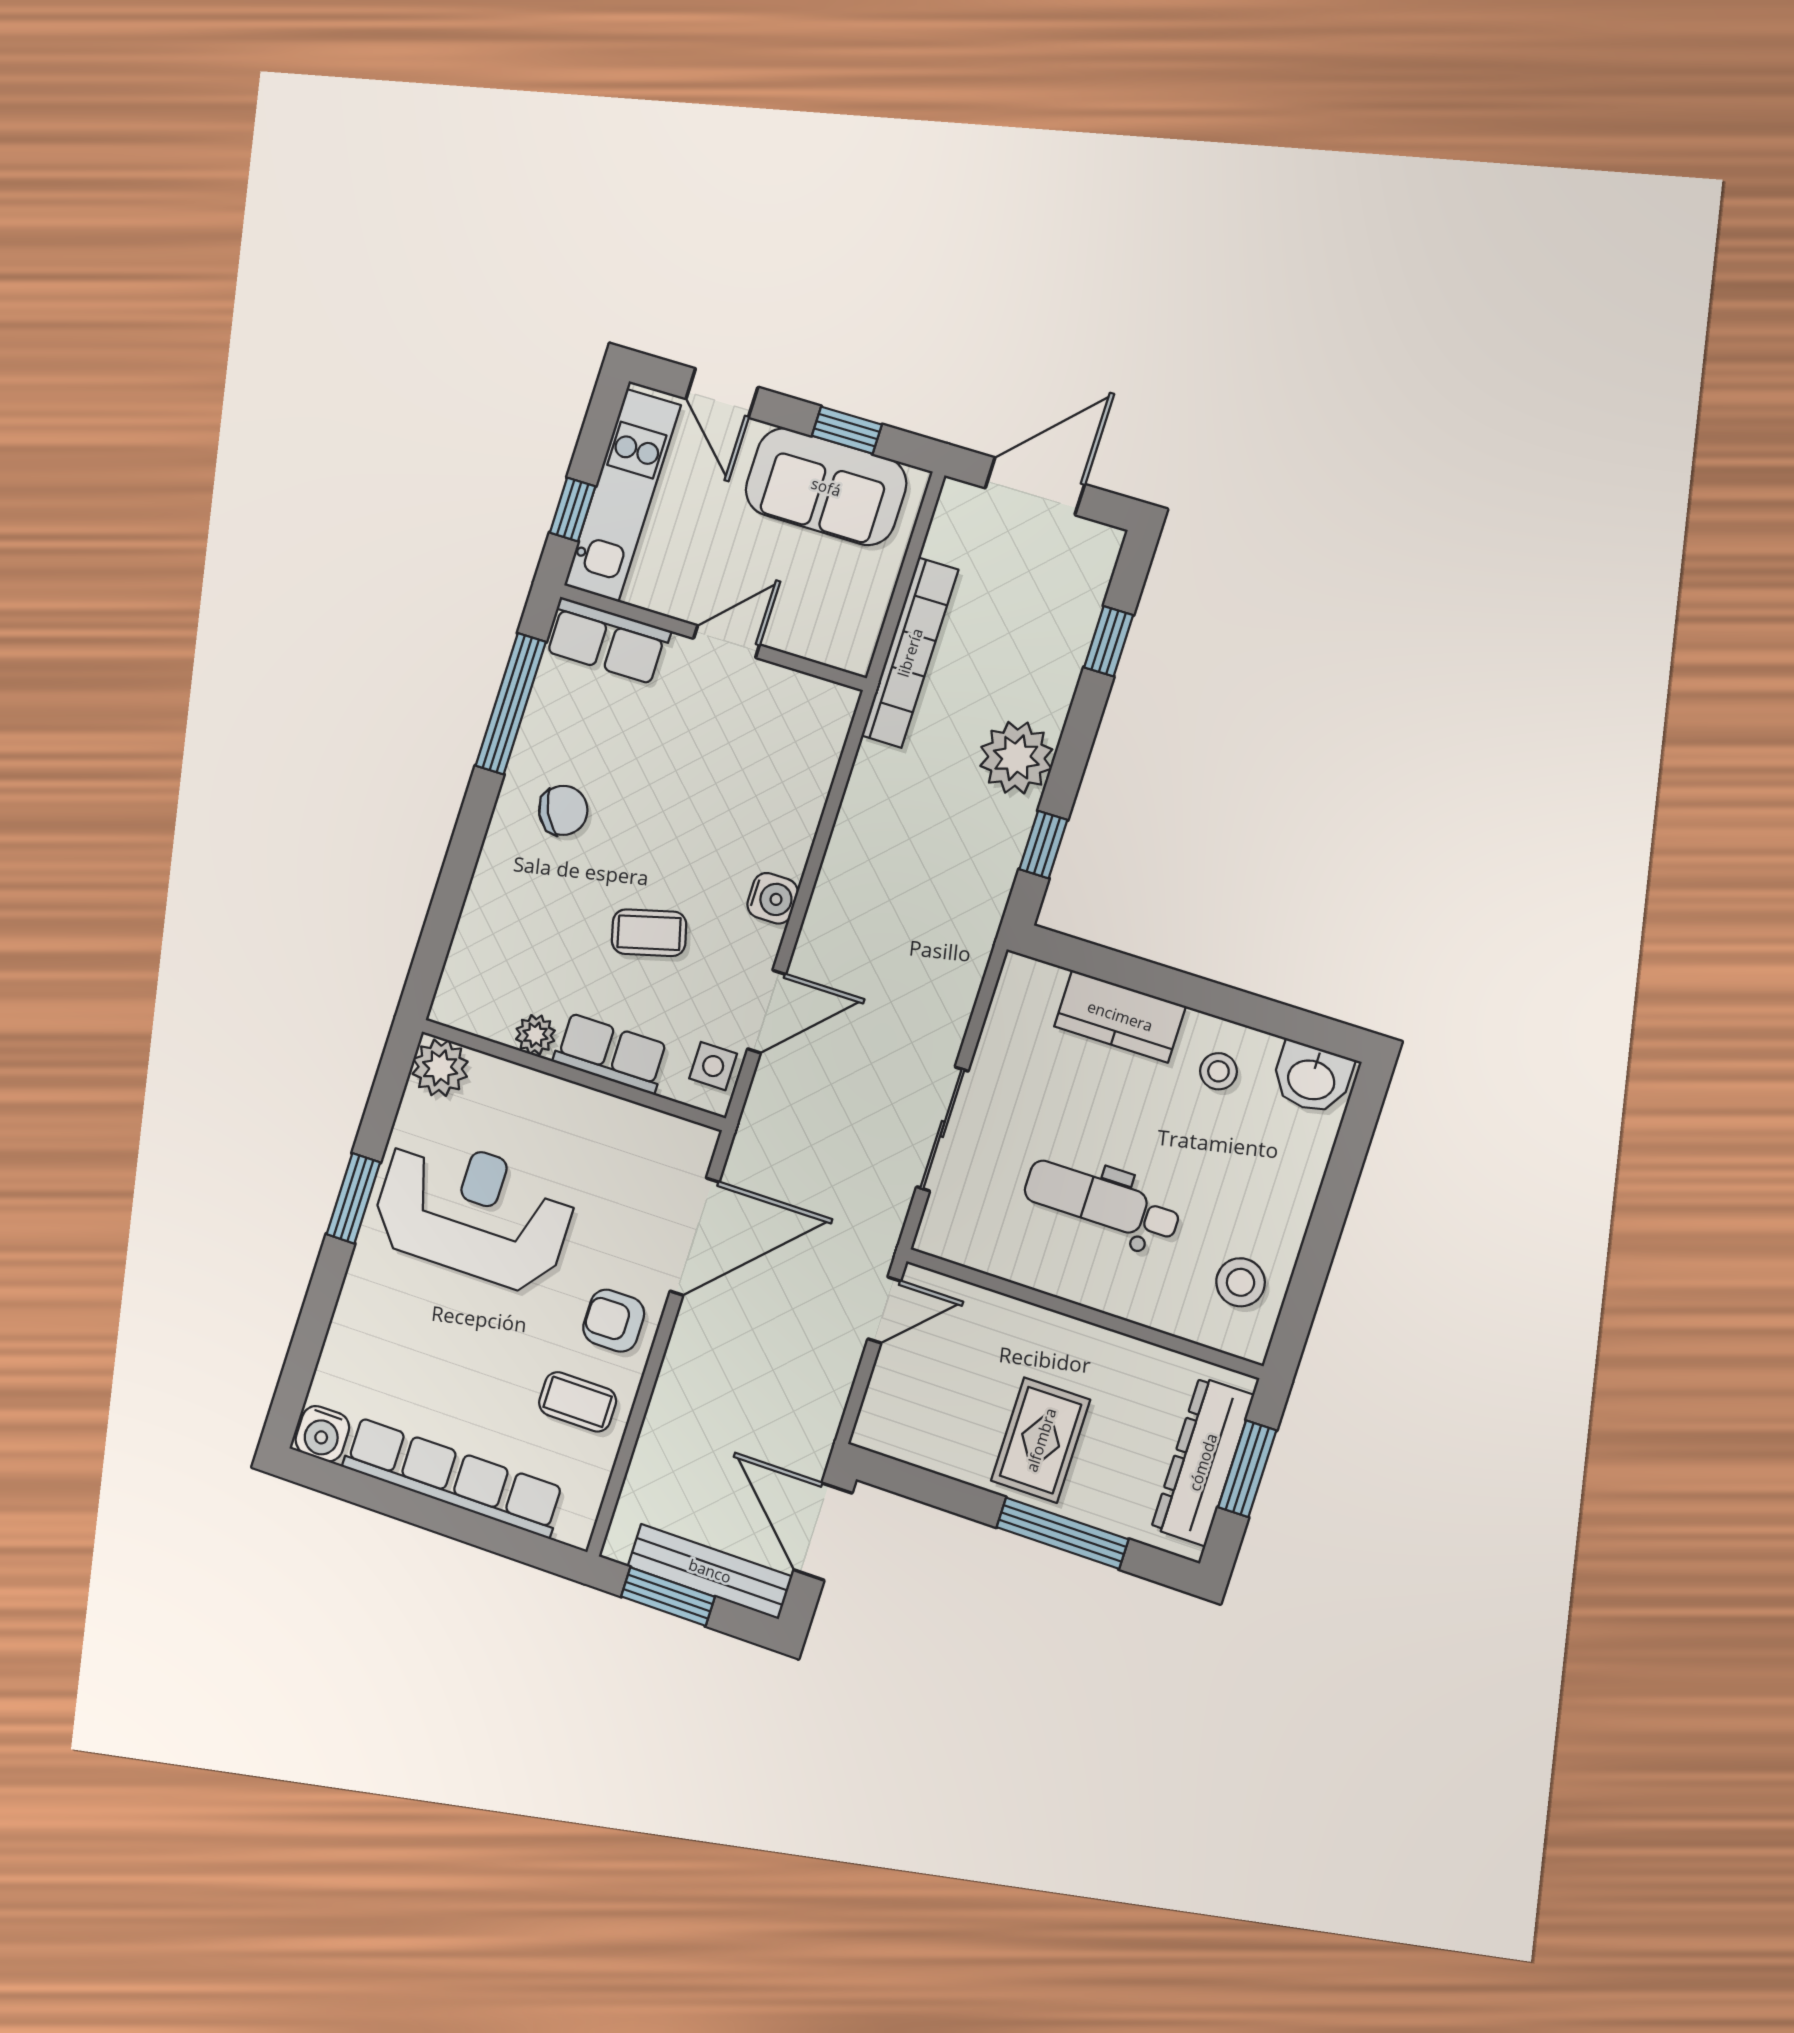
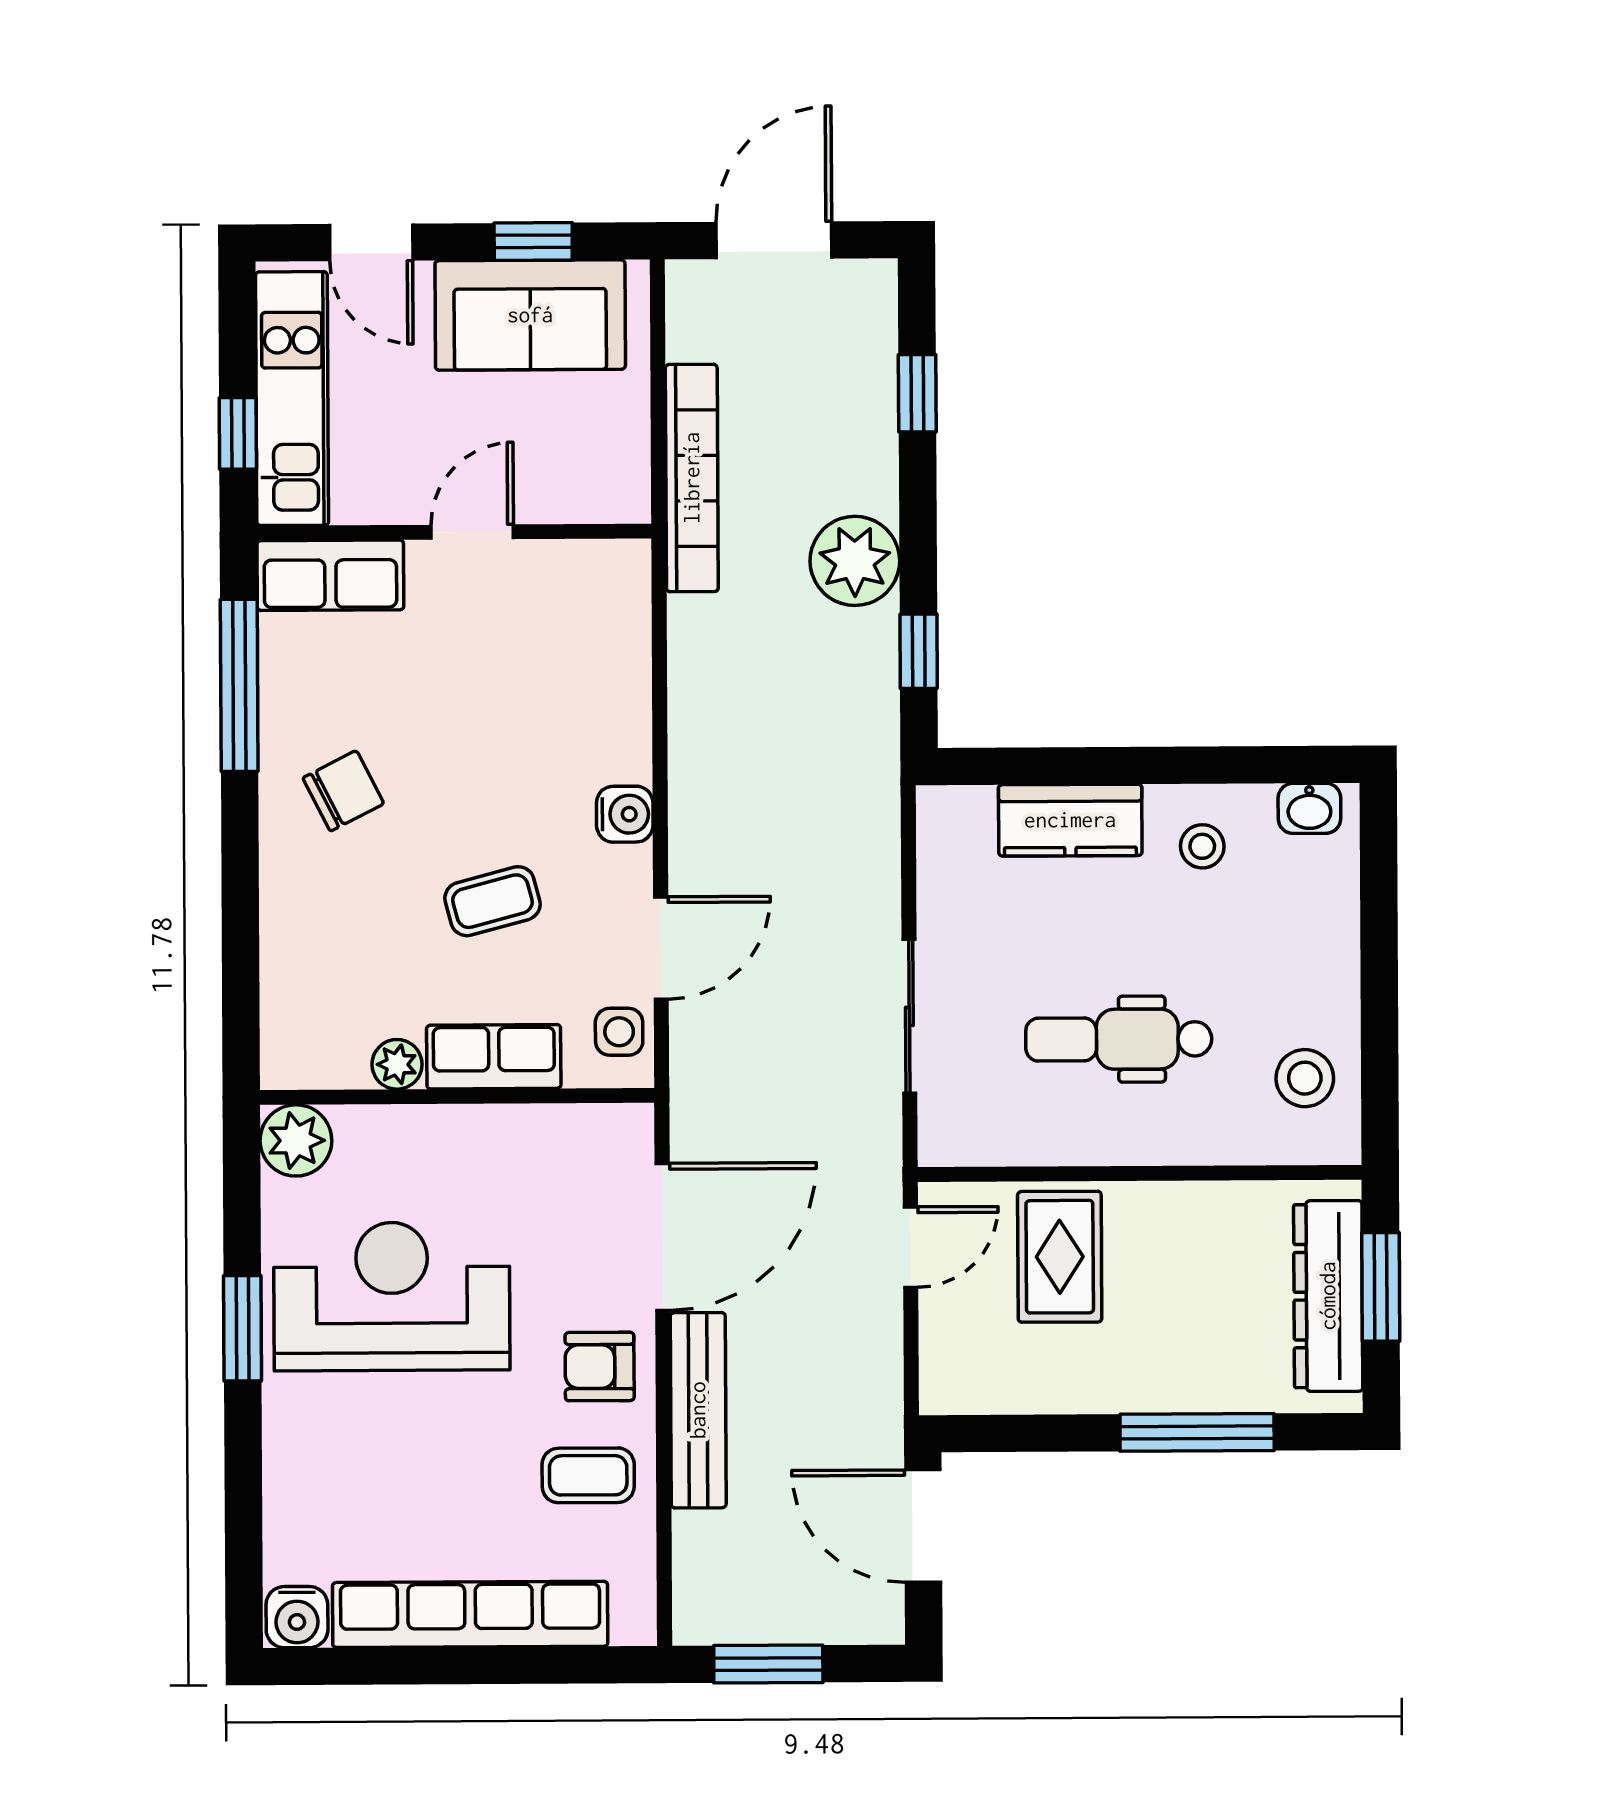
washbasin: (1312, 1078) -> (1309, 808), width x0.72, depth x0.69
rug: (1041, 1440) -> (1060, 1257), moved
bench: (710, 1571) -> (698, 1410), moved, turned 90

